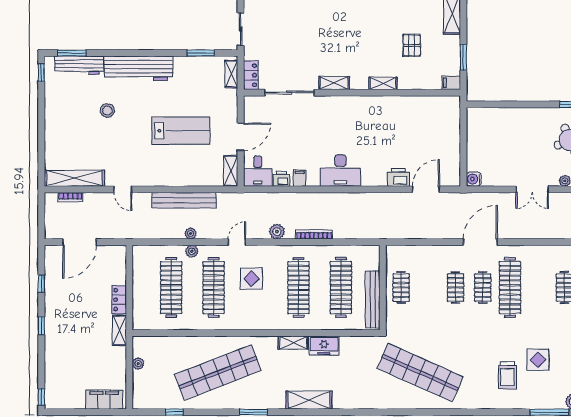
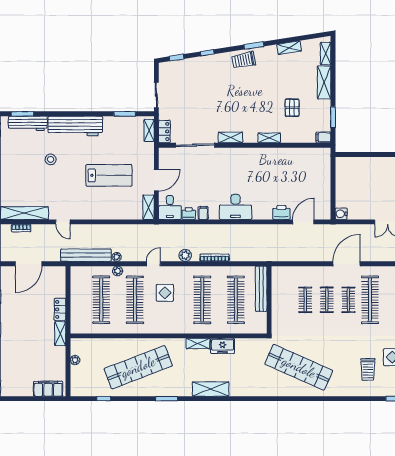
bench: (184, 200) -> (86, 255), moved
clothes rail: (401, 288) -> (305, 300), moved
bench: (373, 299) -> (261, 289), moved

